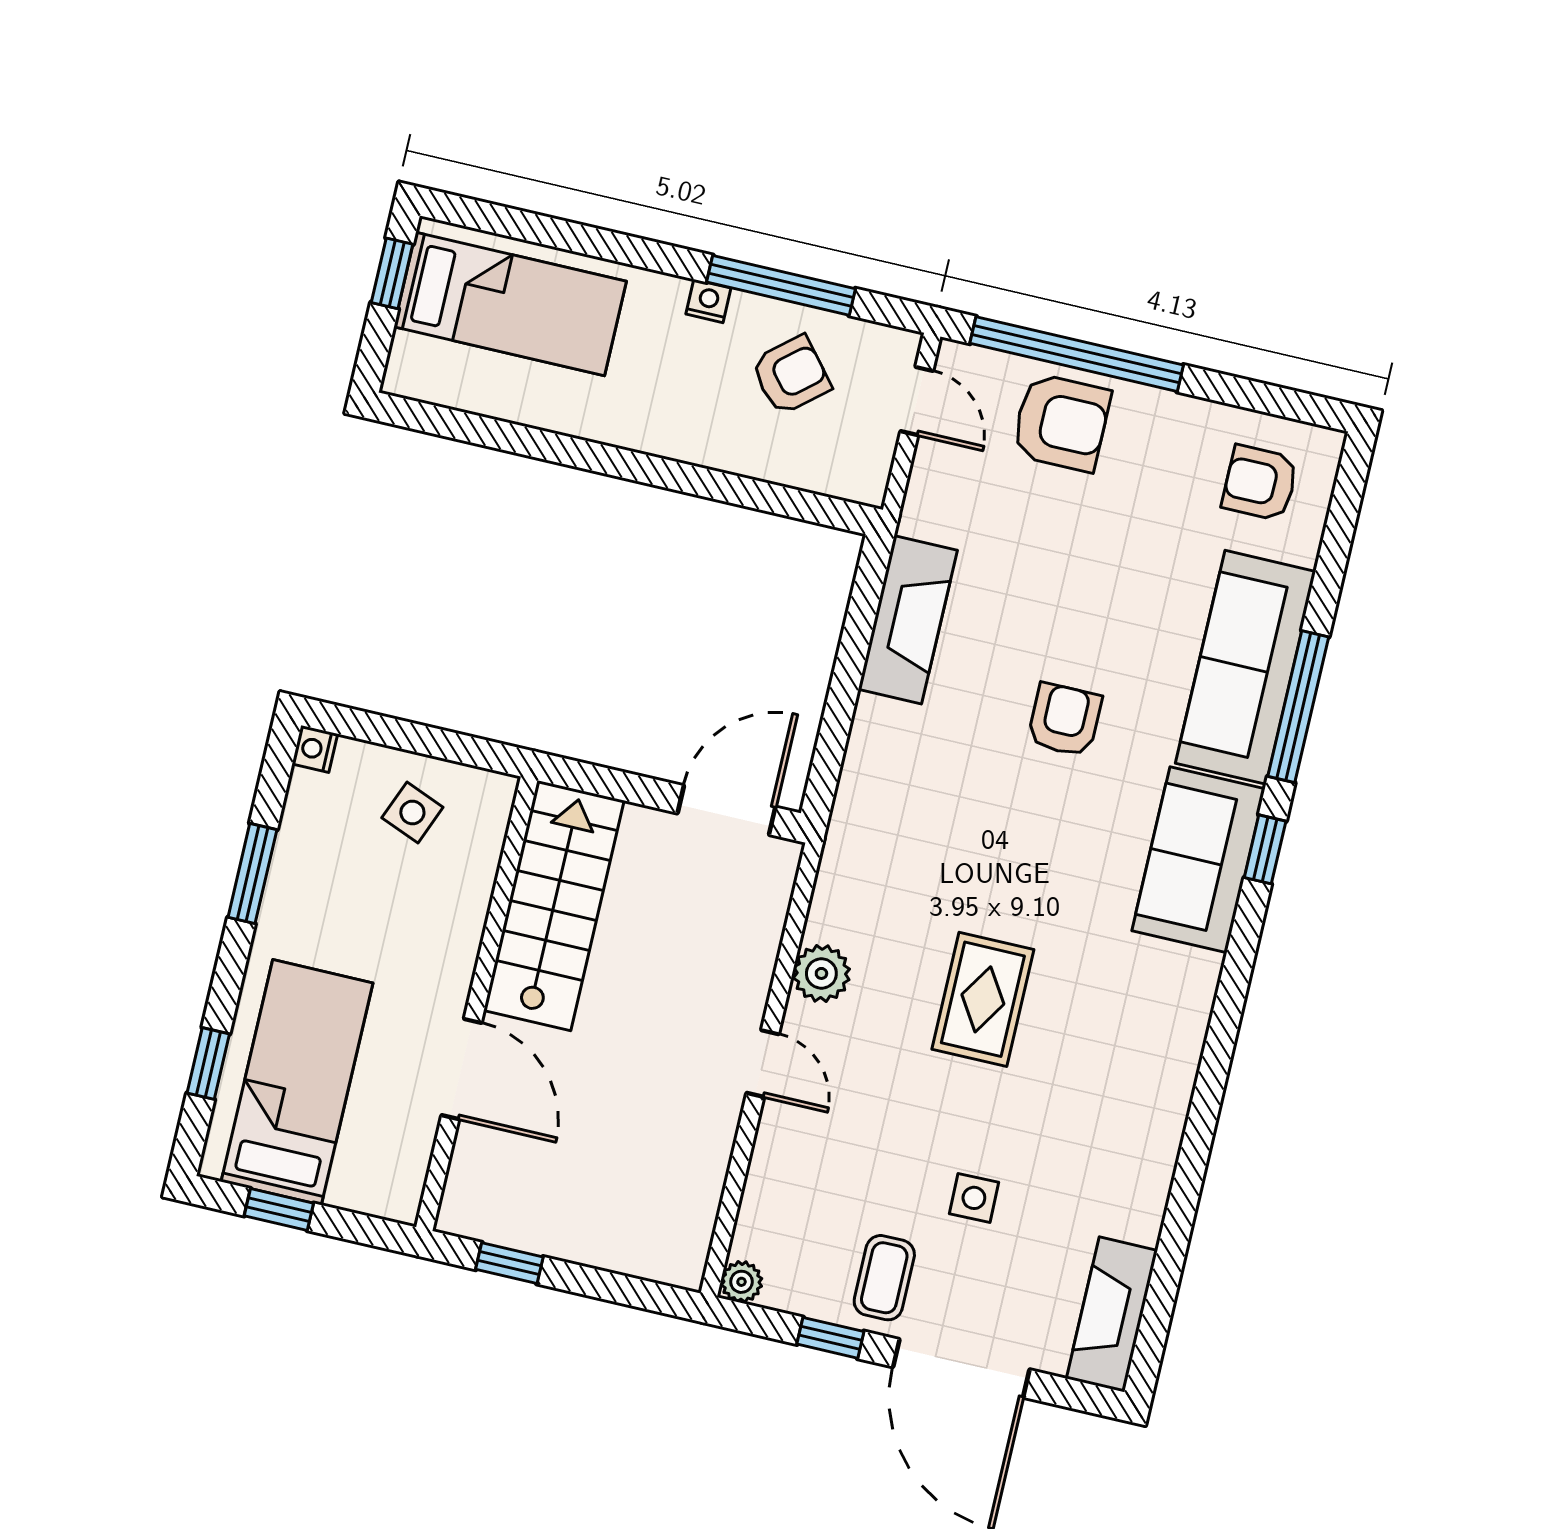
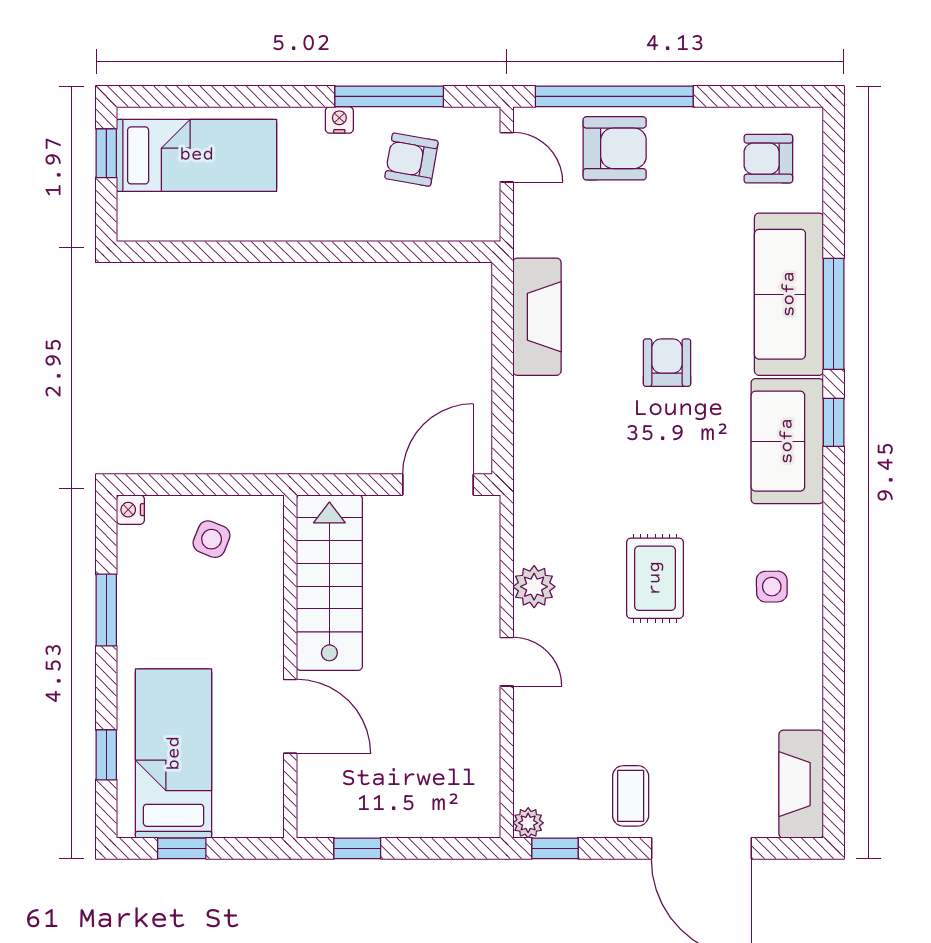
armchair: (791, 375) -> (411, 160), turned -130
side table: (974, 1198) -> (772, 587), moved
window: (830, 1338) -> (555, 848), moved

